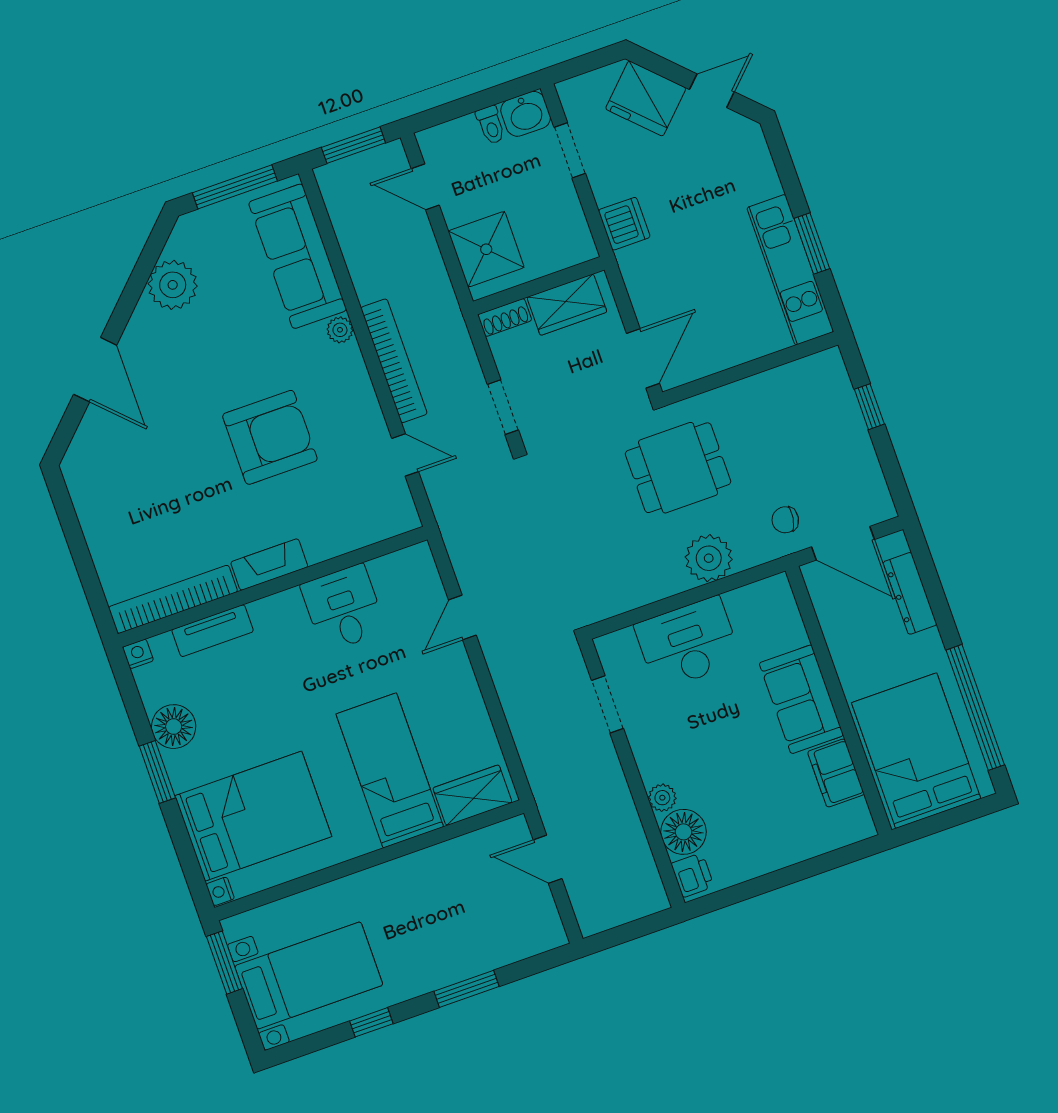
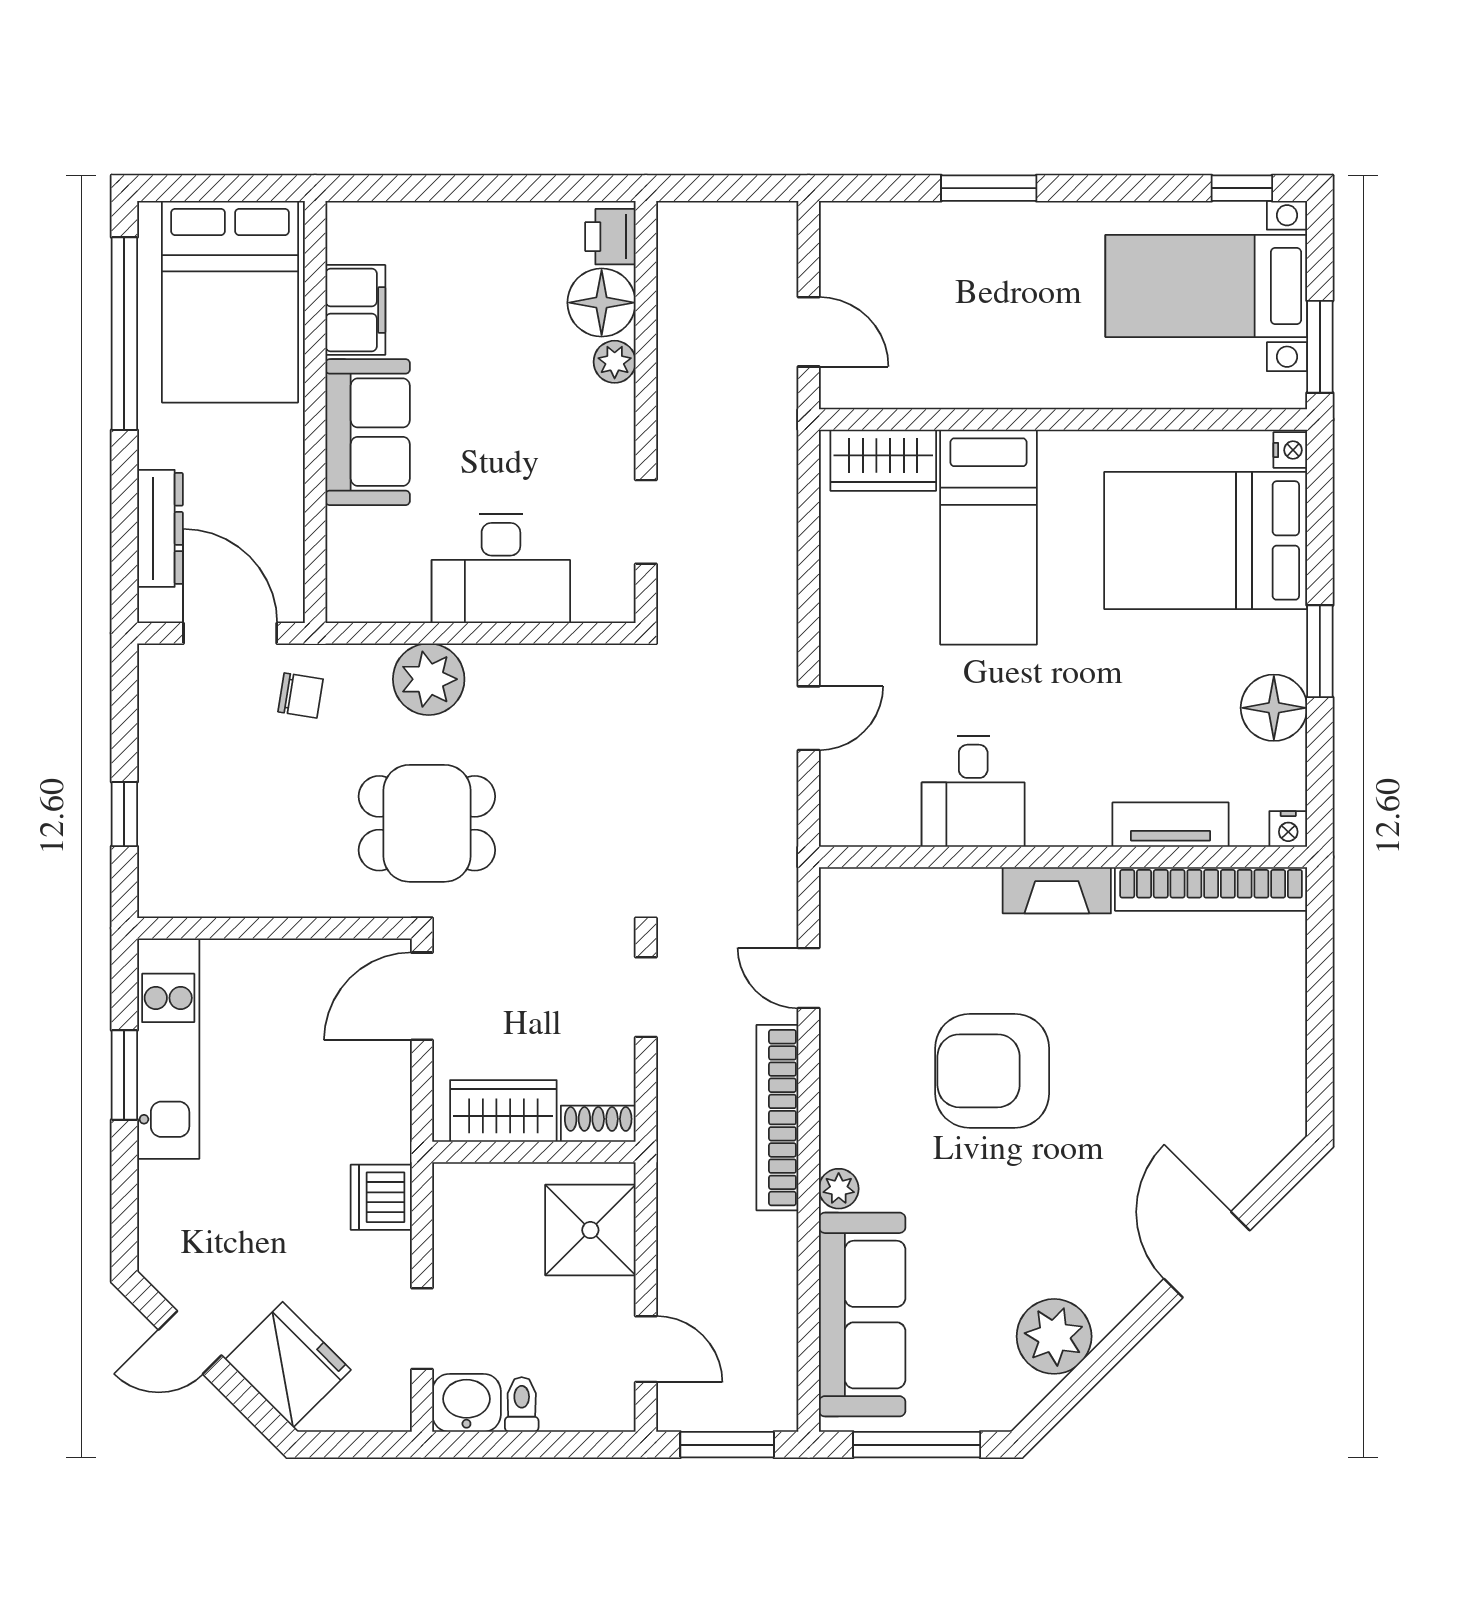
window: (371, 1022) -> (1242, 188), moved

